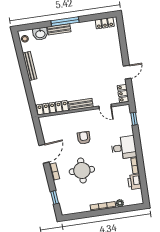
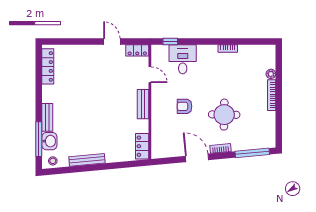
window: (65, 21) -> (39, 139), moved
locker: (105, 23) -> (48, 66), width x1.53
door: (105, 106) -> (150, 75), hinge flipped
locker: (52, 108) -> (142, 146), width x0.66
desk: (124, 148) -> (183, 59), moved
printer: (135, 182) -> (247, 52), removed
window: (55, 197) -> (252, 153), width x2.17

